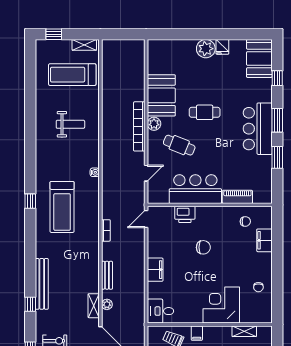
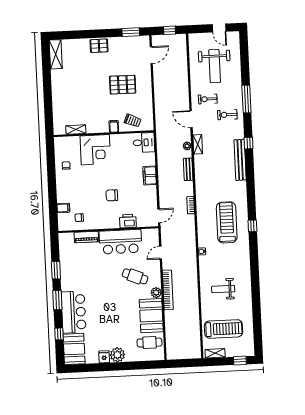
cafe table: (205, 112) -> (149, 343), moved
bar counter: (258, 129) -> (74, 312), moved
filing cabinet: (264, 240) -> (63, 208), width x0.50

